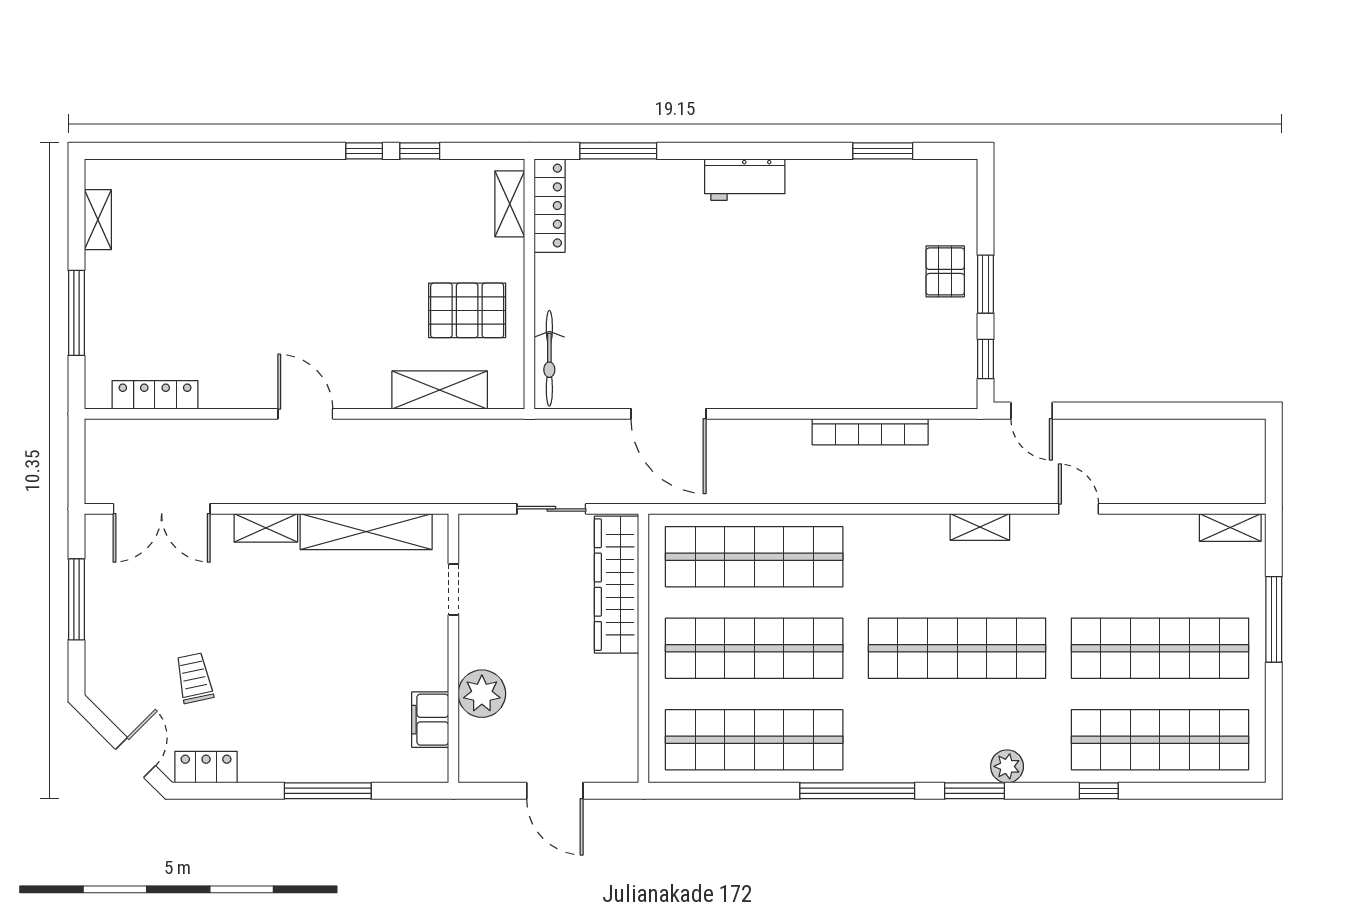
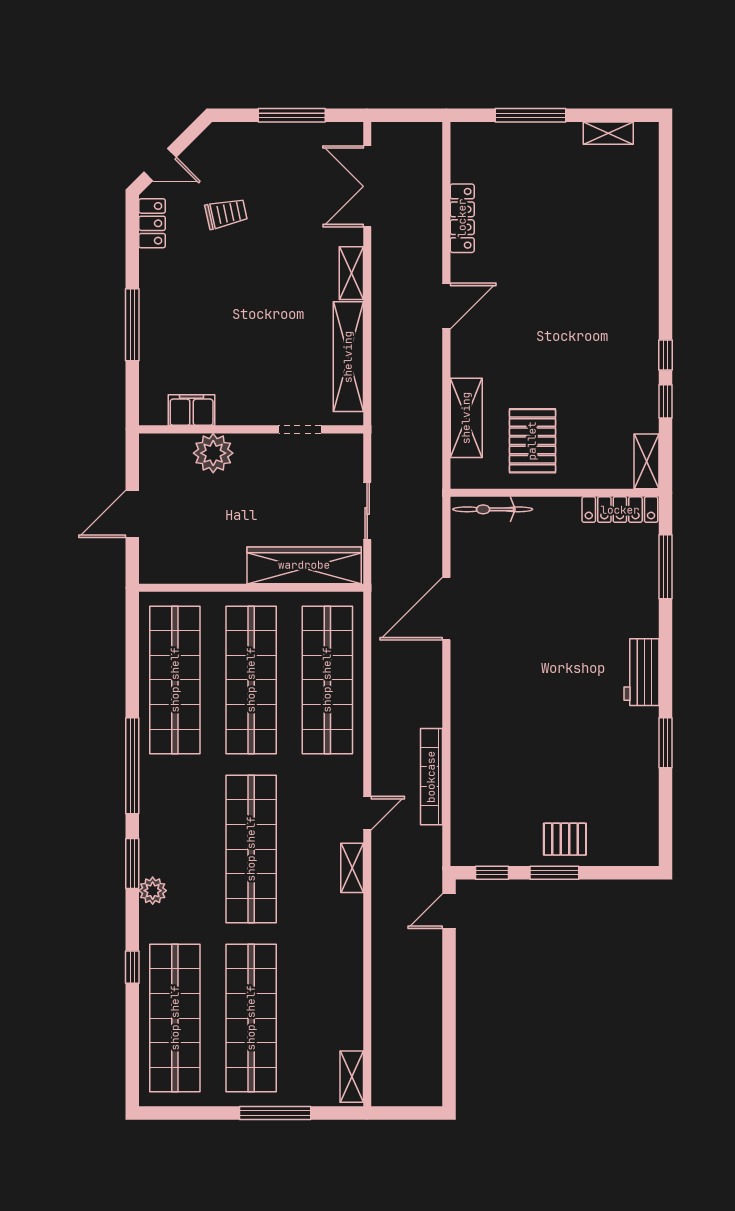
window: (883, 151) -> (665, 743), moved
shelving: (510, 204) -> (646, 461), moved, turned 90
locker: (155, 395) -> (462, 218), moved
door: (1079, 509) -> (367, 813), moved

